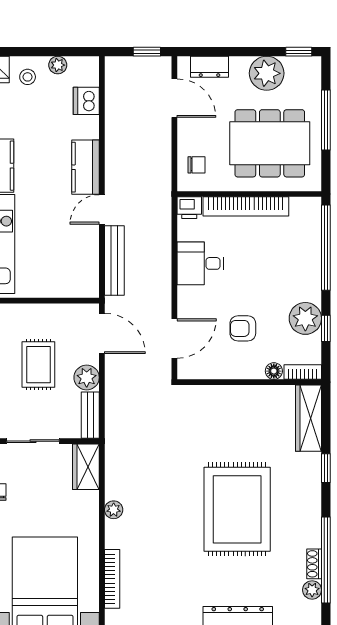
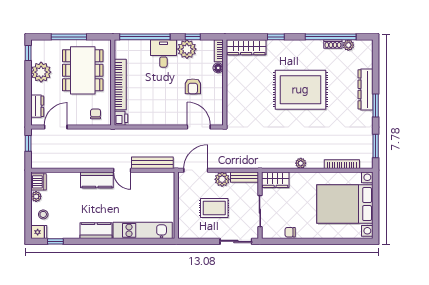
dishwasher: (86, 101) -> (38, 182), moved, turned -90
desk: (200, 263) -> (163, 53), moved, turned 180

